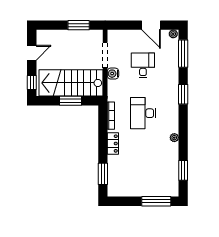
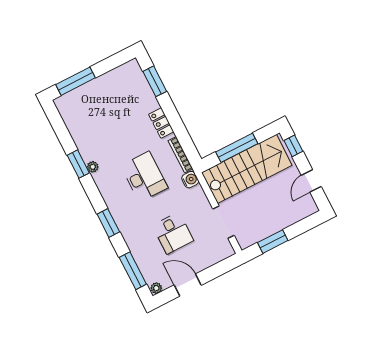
water cooler: (113, 74) -> (190, 180), moved
window: (71, 101) -> (237, 148), width x1.44
window: (183, 170) -> (78, 164), moved

